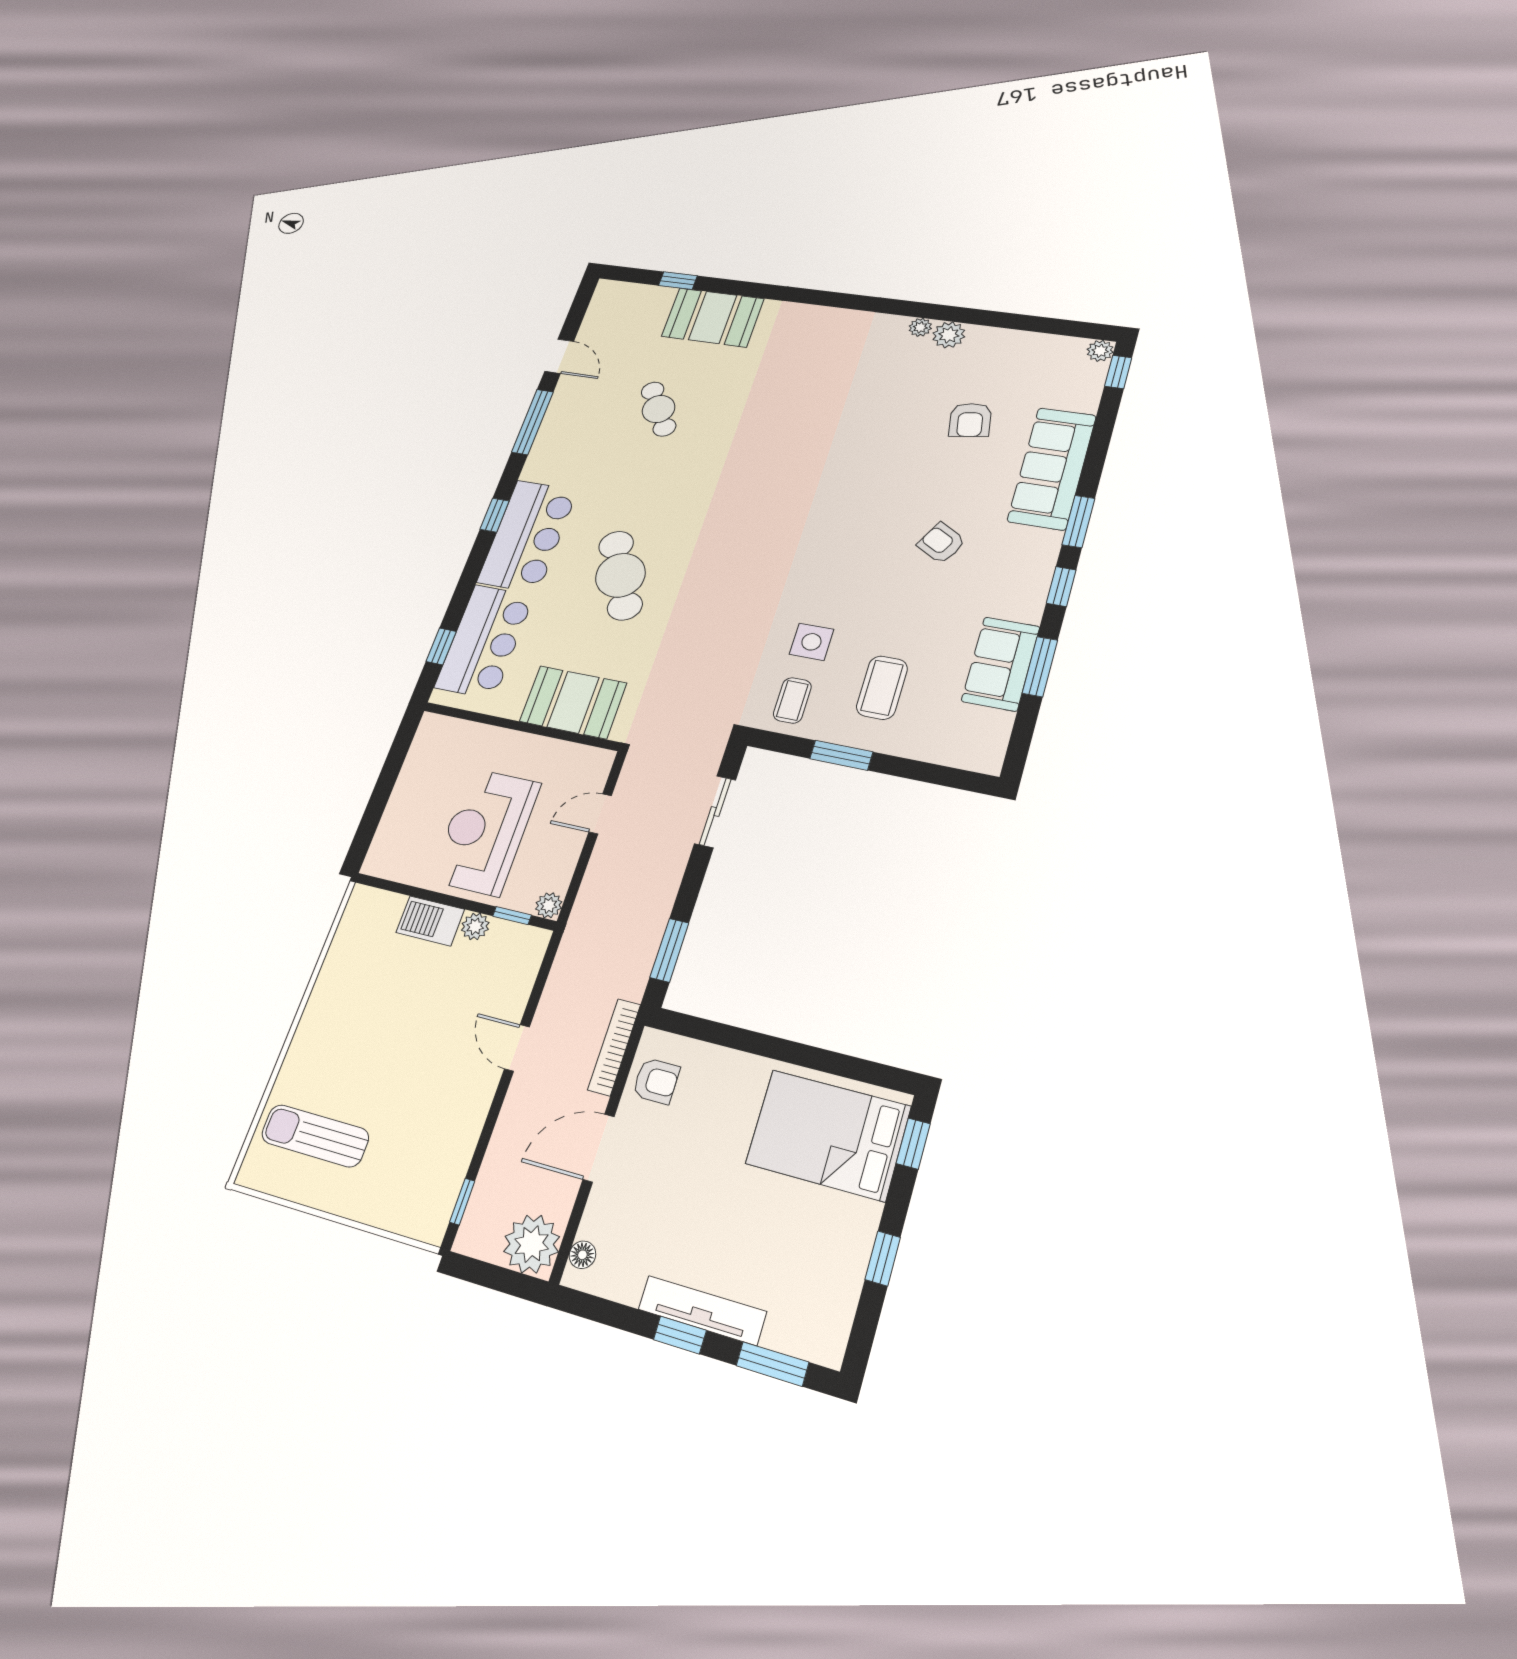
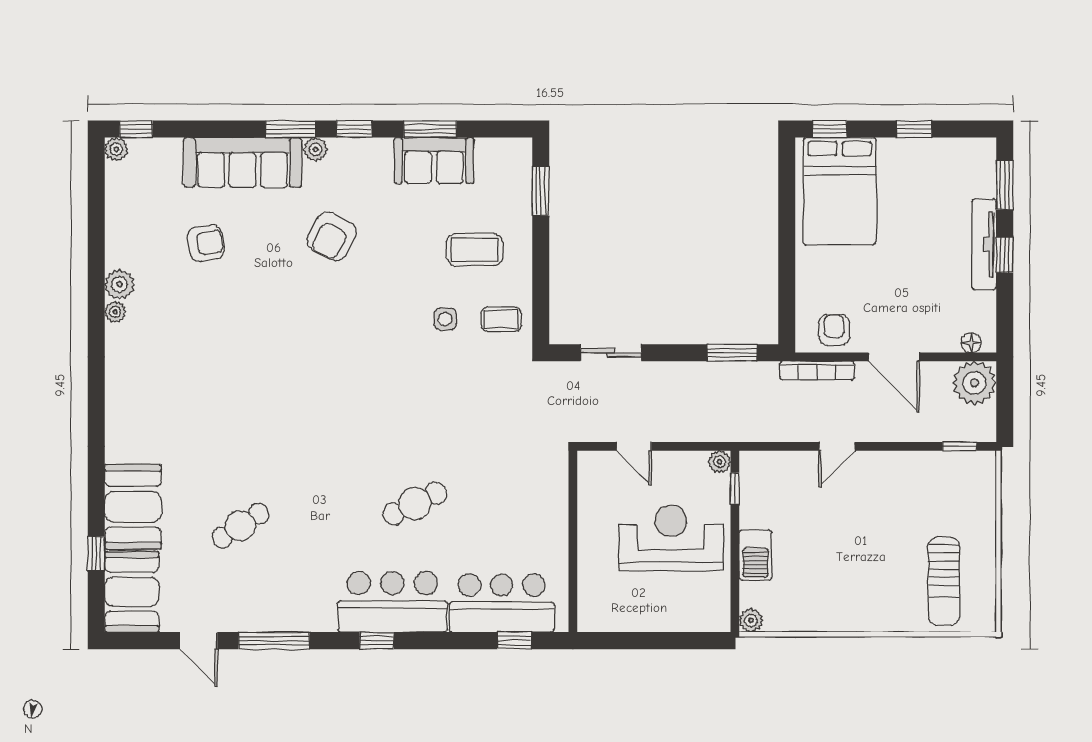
door: (559, 356) -> (199, 641), swing flipped
armchair: (941, 543) -> (332, 236), width x1.38, depth x1.38
plant: (1048, 543) -> (316, 149), added
cafe table: (620, 575) -> (415, 504), width x0.73, depth x0.74
side table: (811, 642) -> (445, 319), width x0.73, depth x0.73
booth: (573, 702) -> (132, 592), moved
window: (841, 755) -> (541, 191), moved
reception desk: (485, 831) -> (671, 538), turned 180
plant: (475, 926) -> (751, 620), moved

